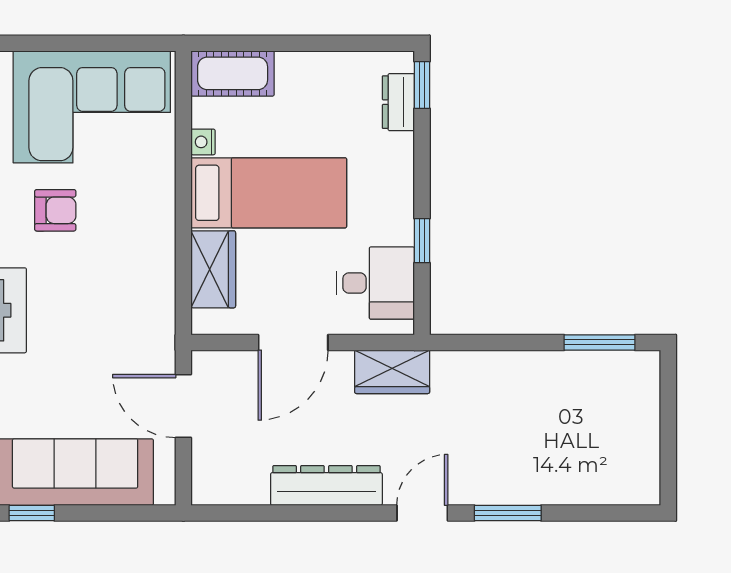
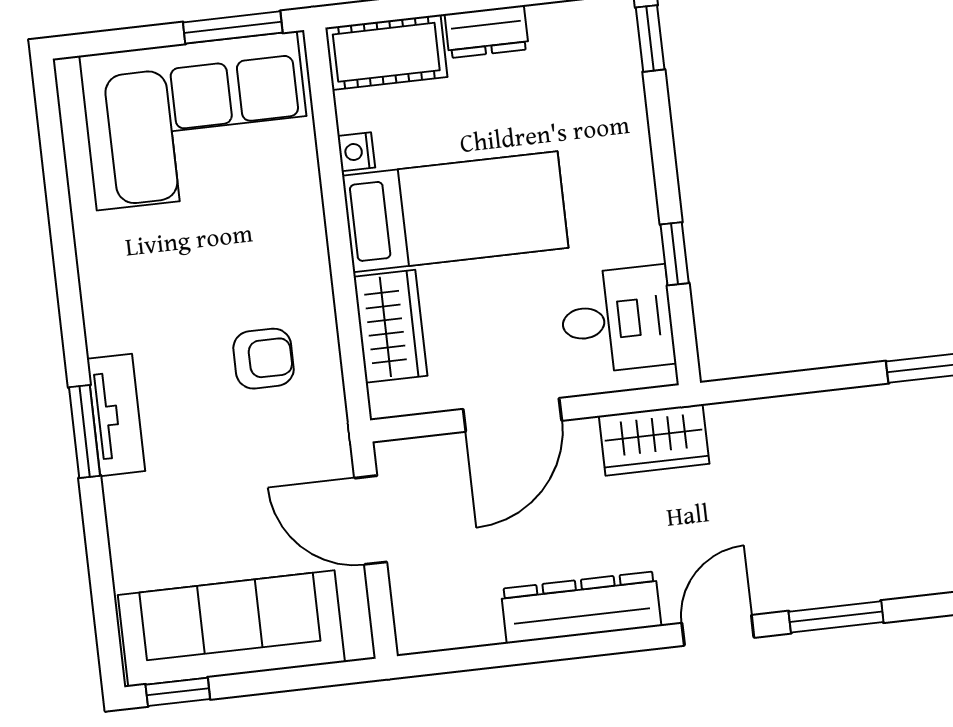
window: (125, 43) -> (233, 27), added
dresser: (398, 102) -> (487, 32), moved, turned -90
armchair: (55, 210) -> (264, 359), moved

